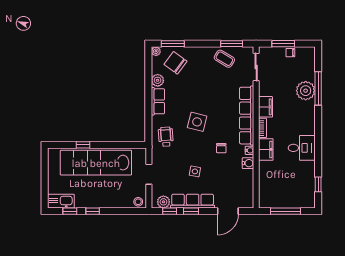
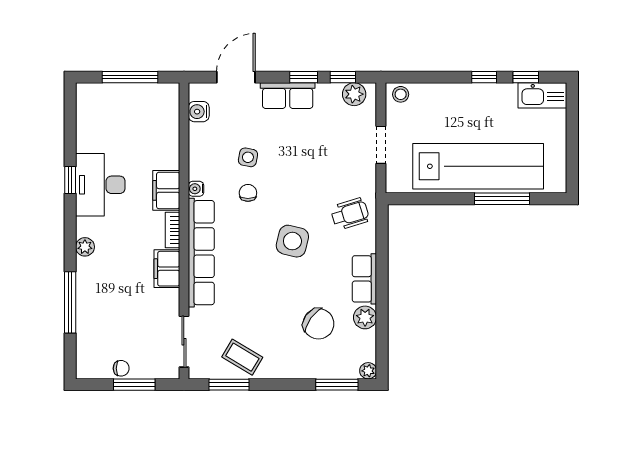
chair: (175, 63) -> (318, 324), moved
plant: (306, 91) -> (85, 247), moved, width x0.53, depth x0.53
wheelchair: (166, 137) -> (350, 214), turned -103
window: (83, 145) -> (502, 199), width x2.17
desk: (302, 148) -> (100, 185), width x1.37
water cooler: (248, 163) -> (199, 112), moved
side table: (195, 171) -> (248, 157), moved
window: (318, 184) -> (70, 180), moved
row of seats: (193, 201) -> (288, 96), width x0.68

